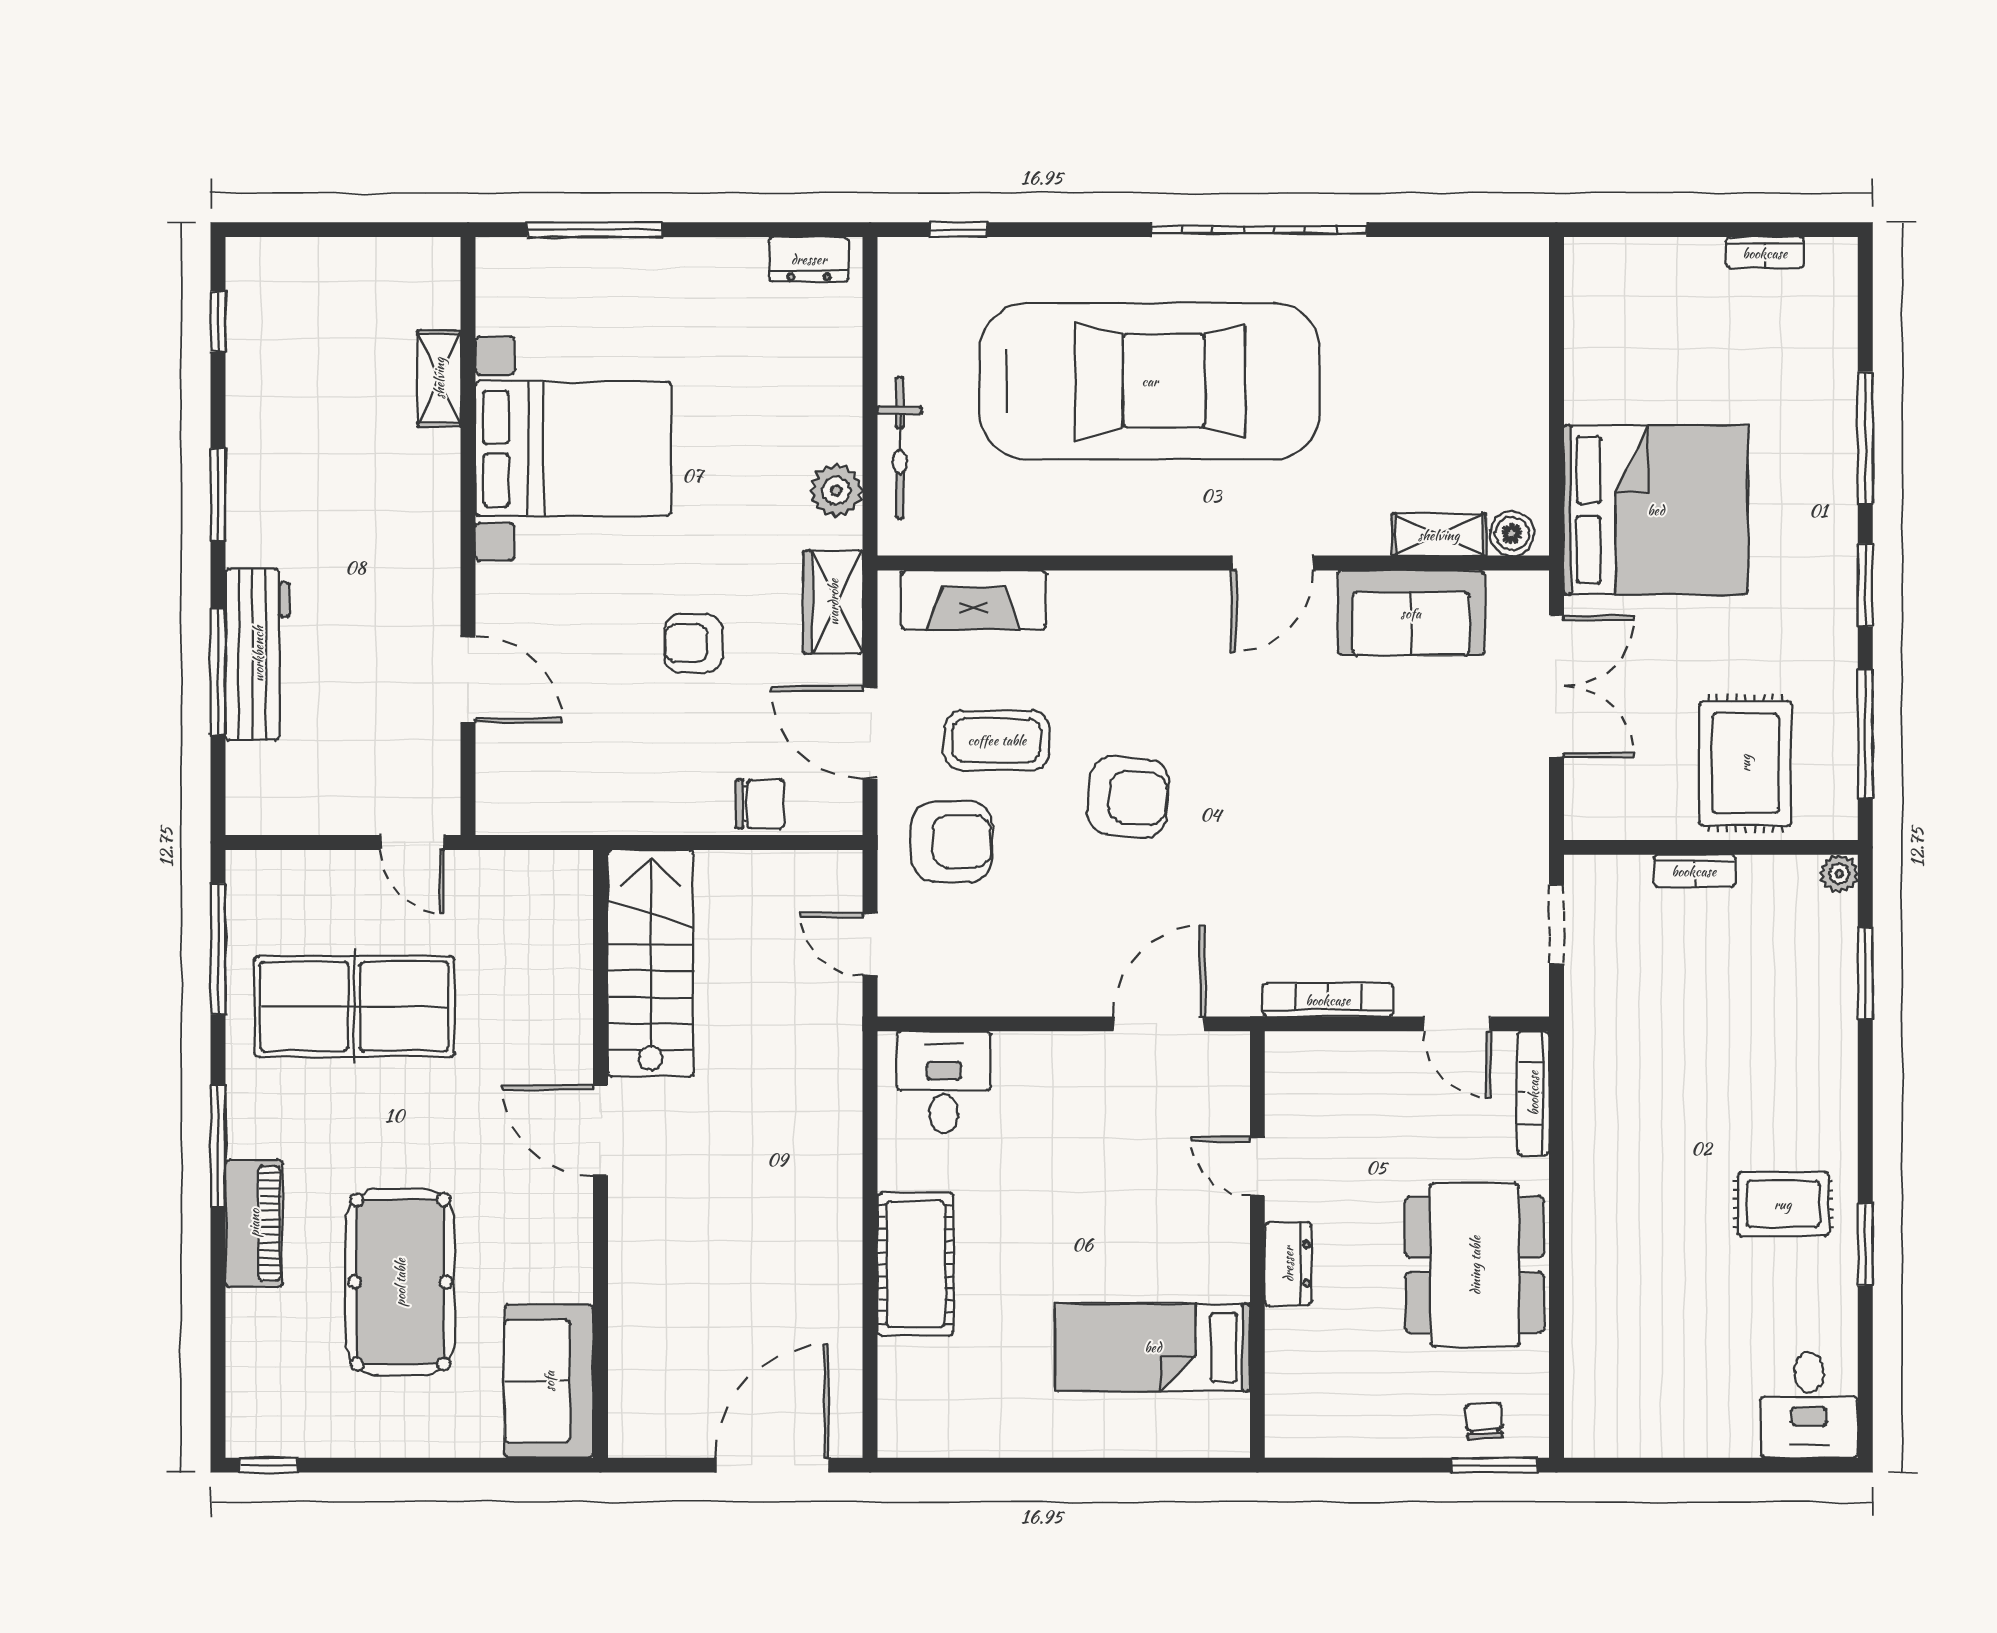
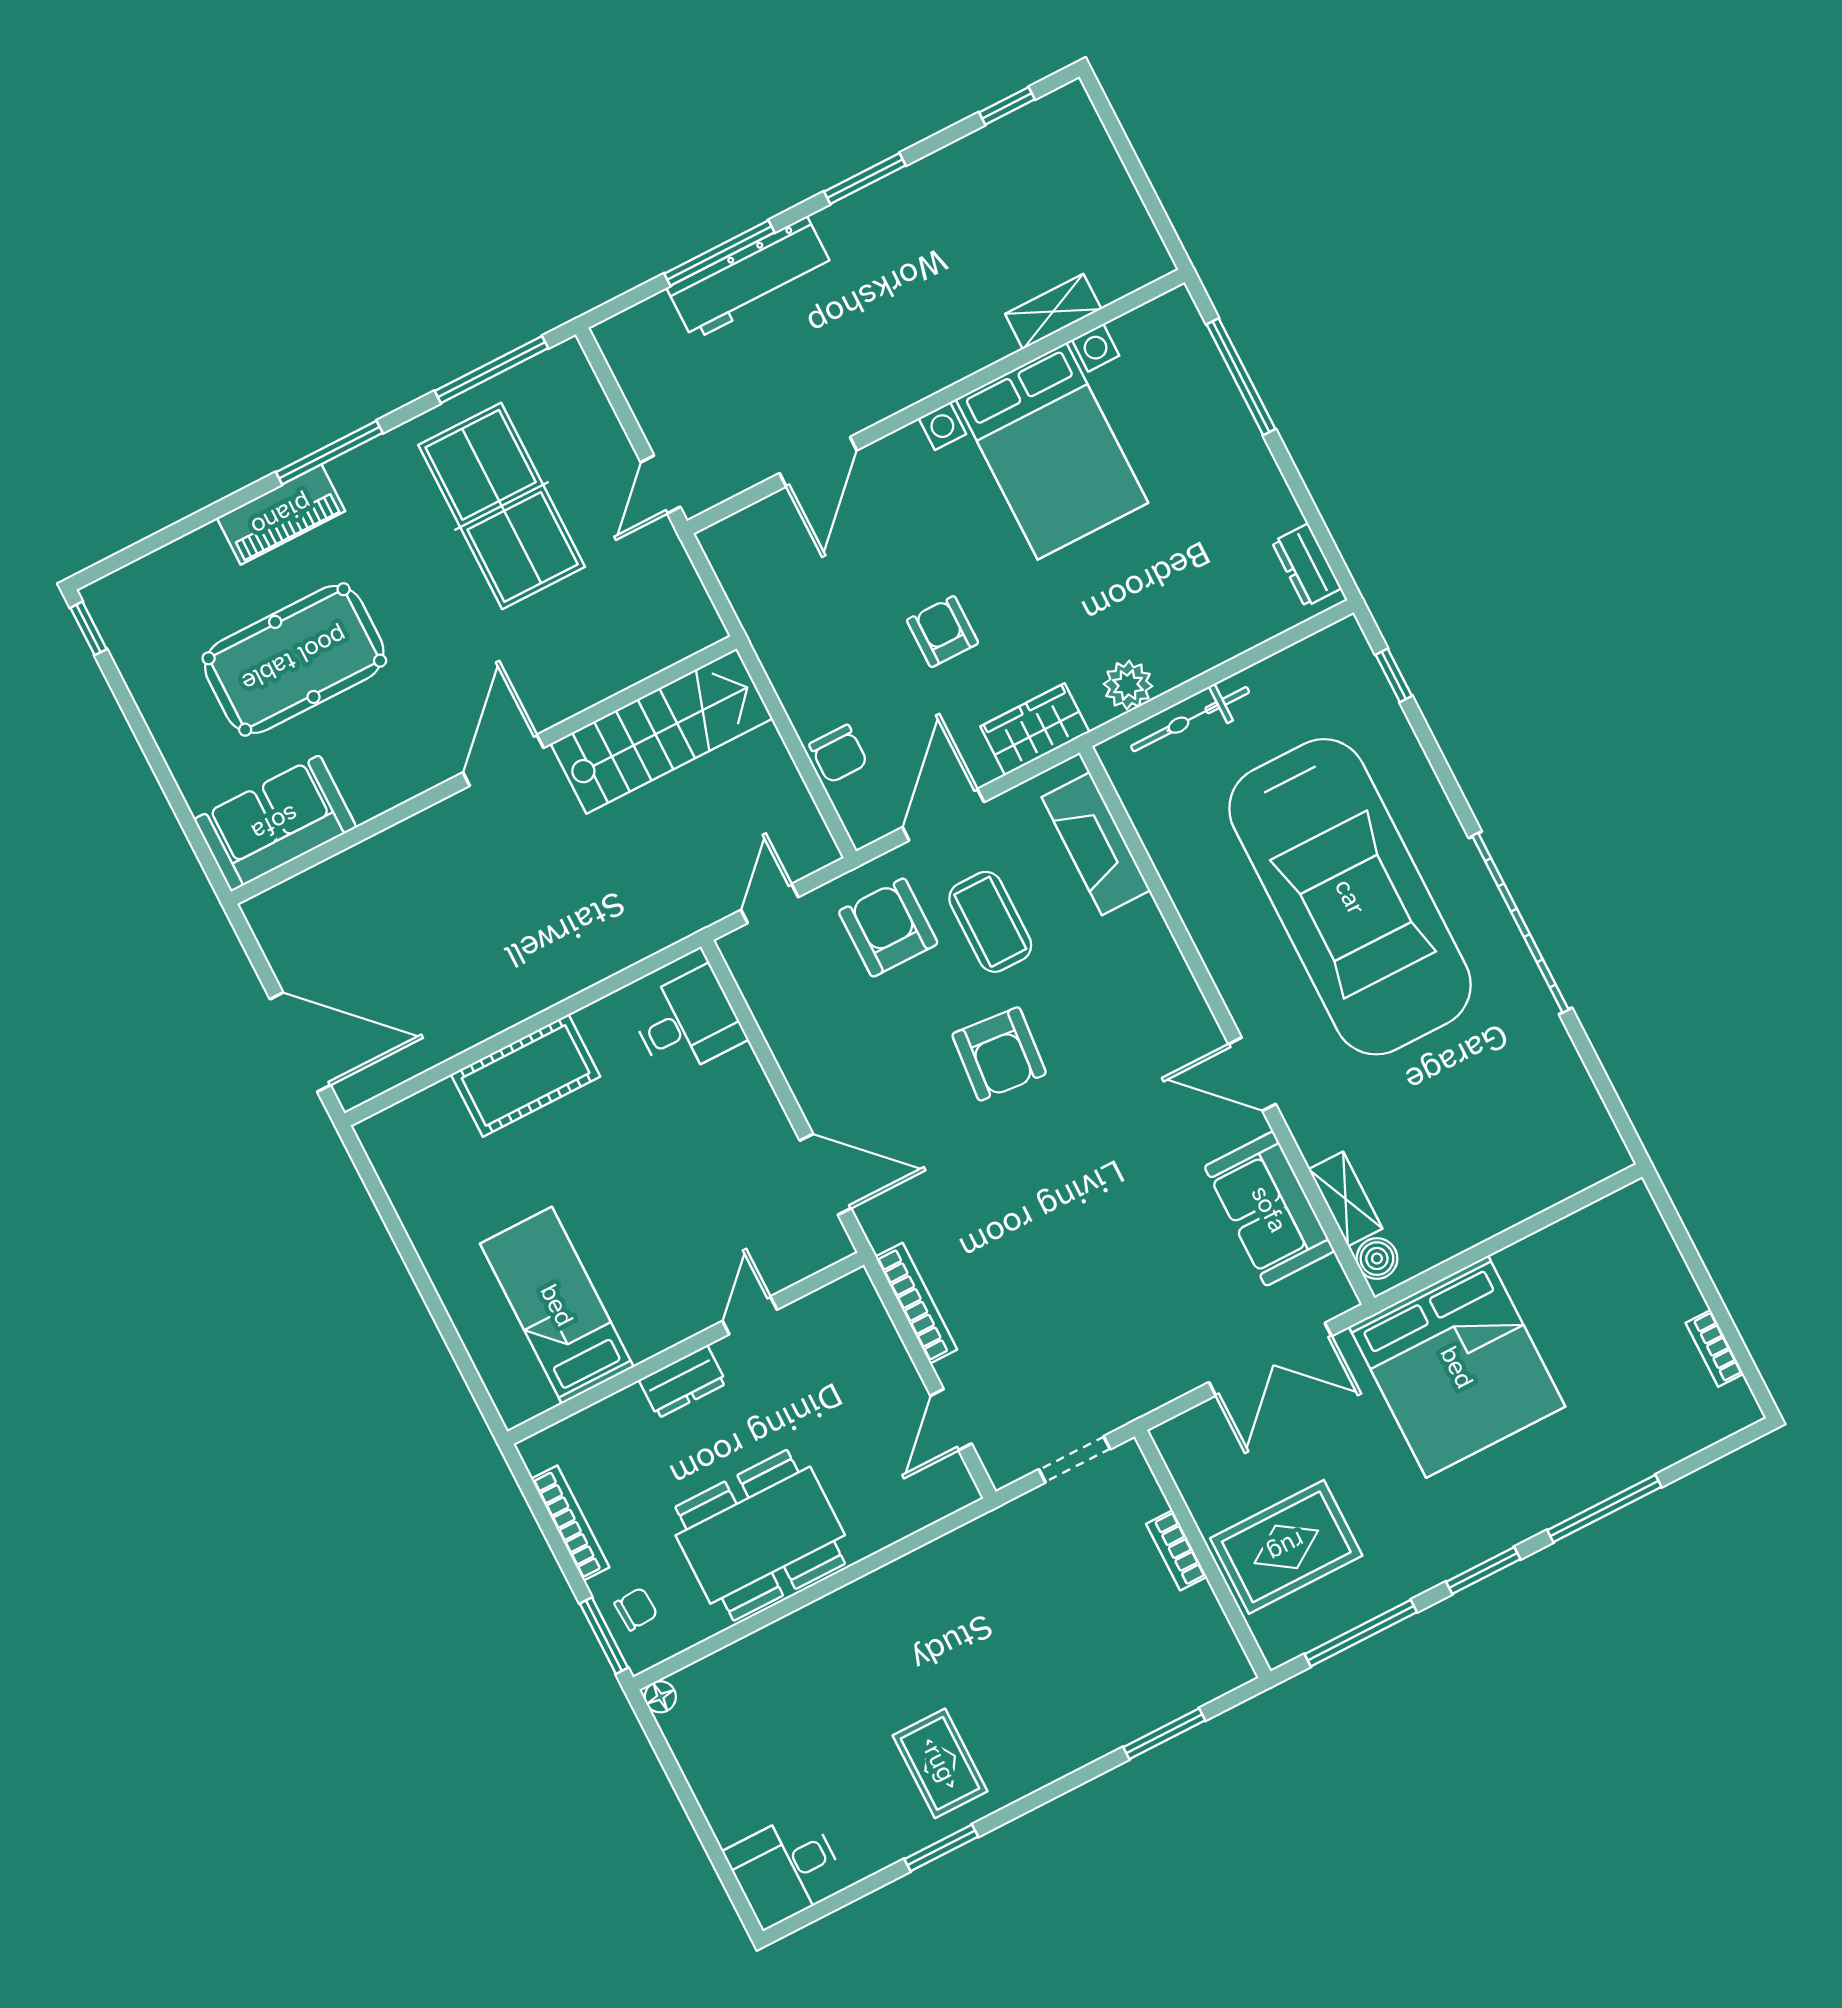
armchair: (952, 842) -> (888, 928), turned 180
plant: (1839, 874) -> (1235, 1670), removed
bookcase: (1533, 1093) -> (570, 1523), moved, turned 90
floor lamp: (1581, 1441) -> (660, 1697), added

